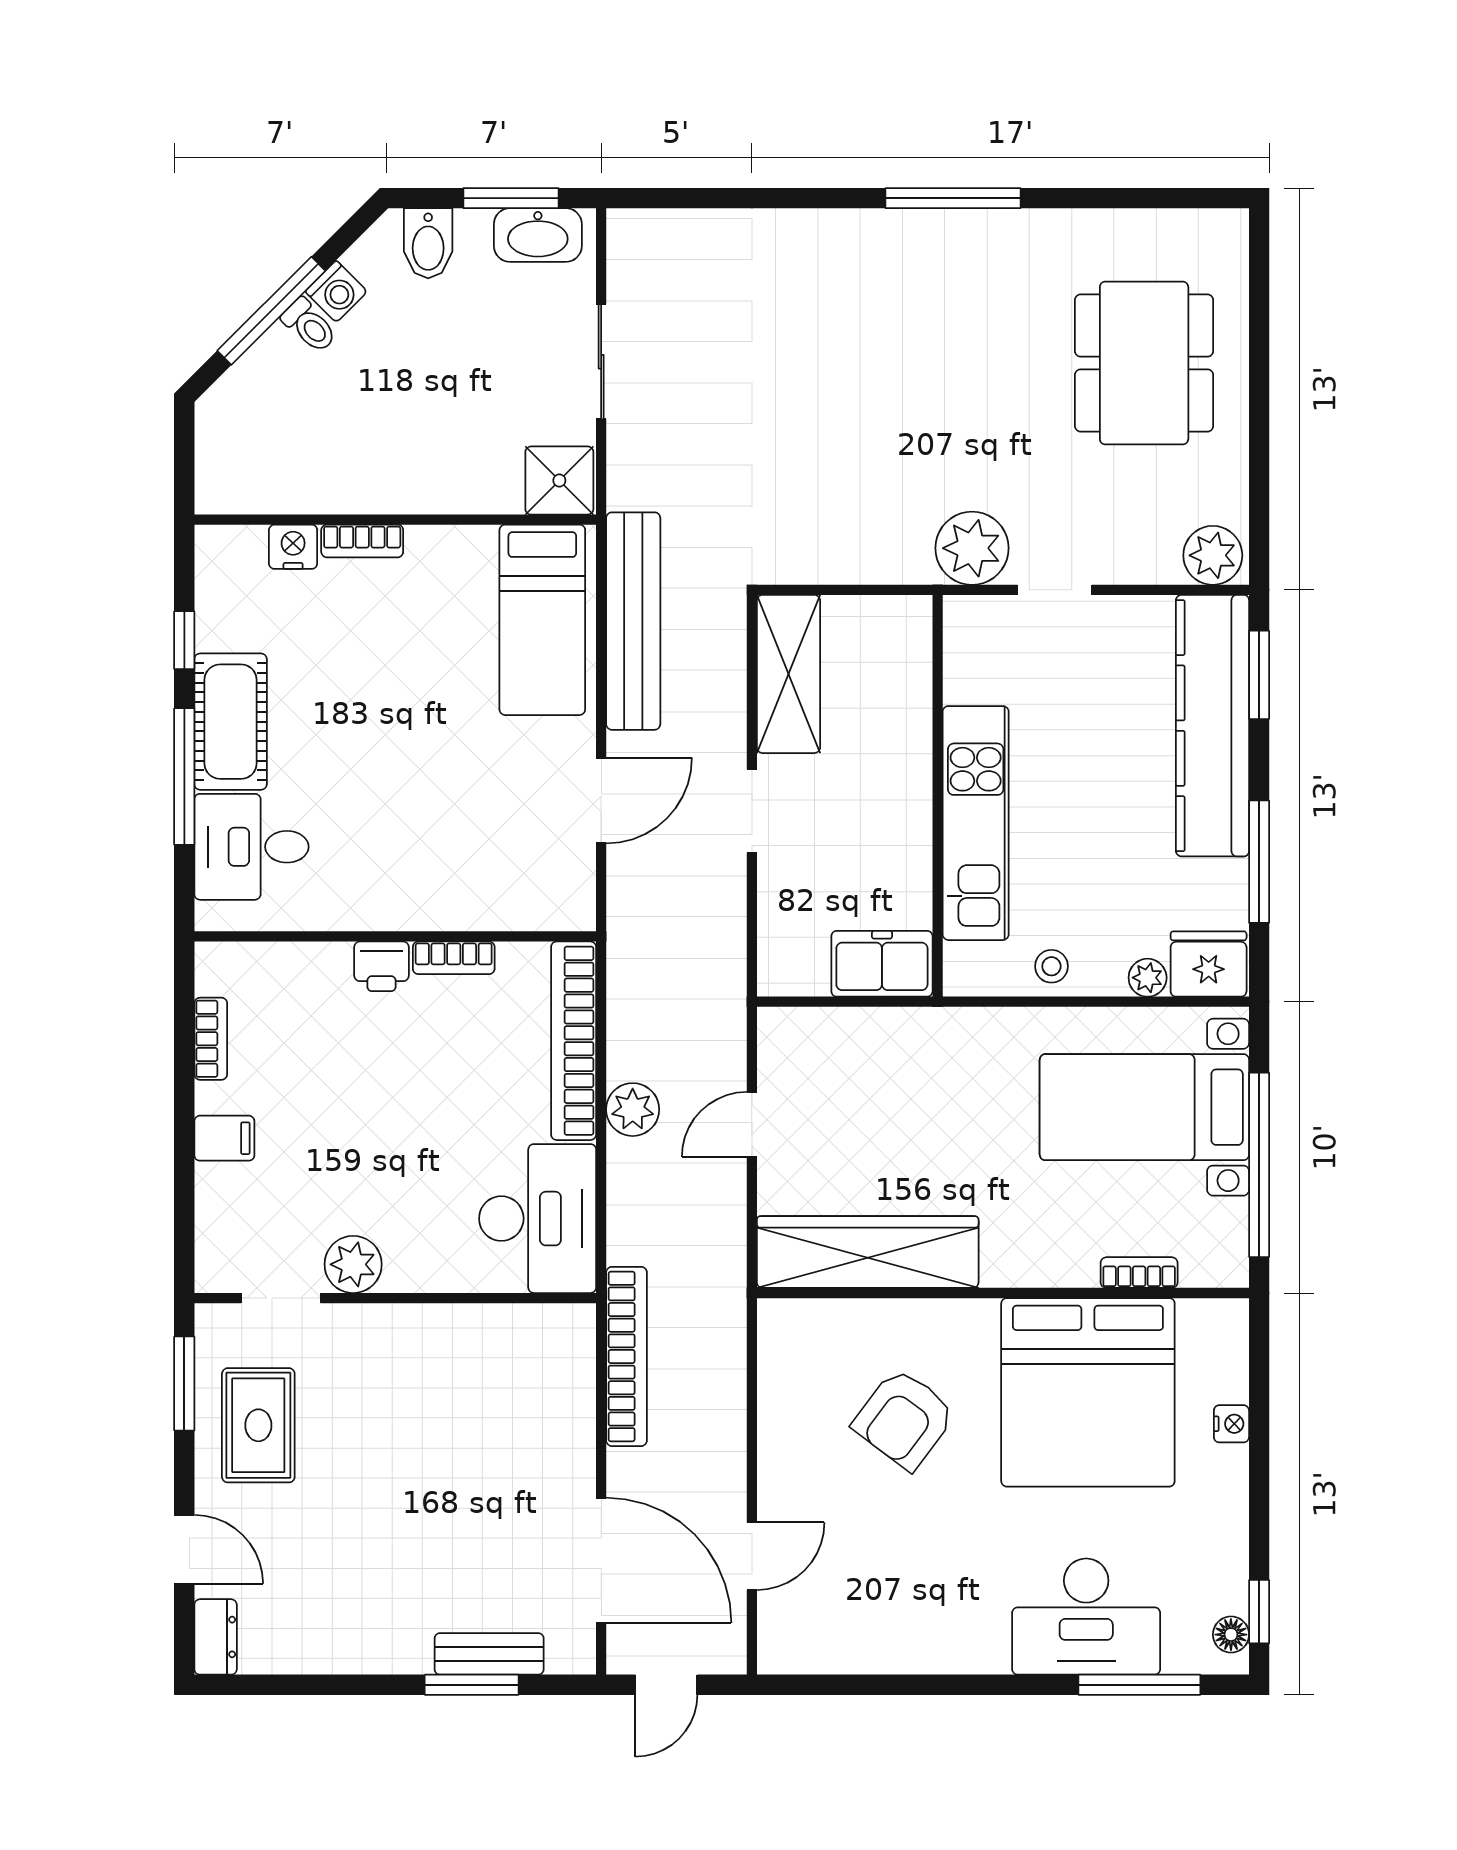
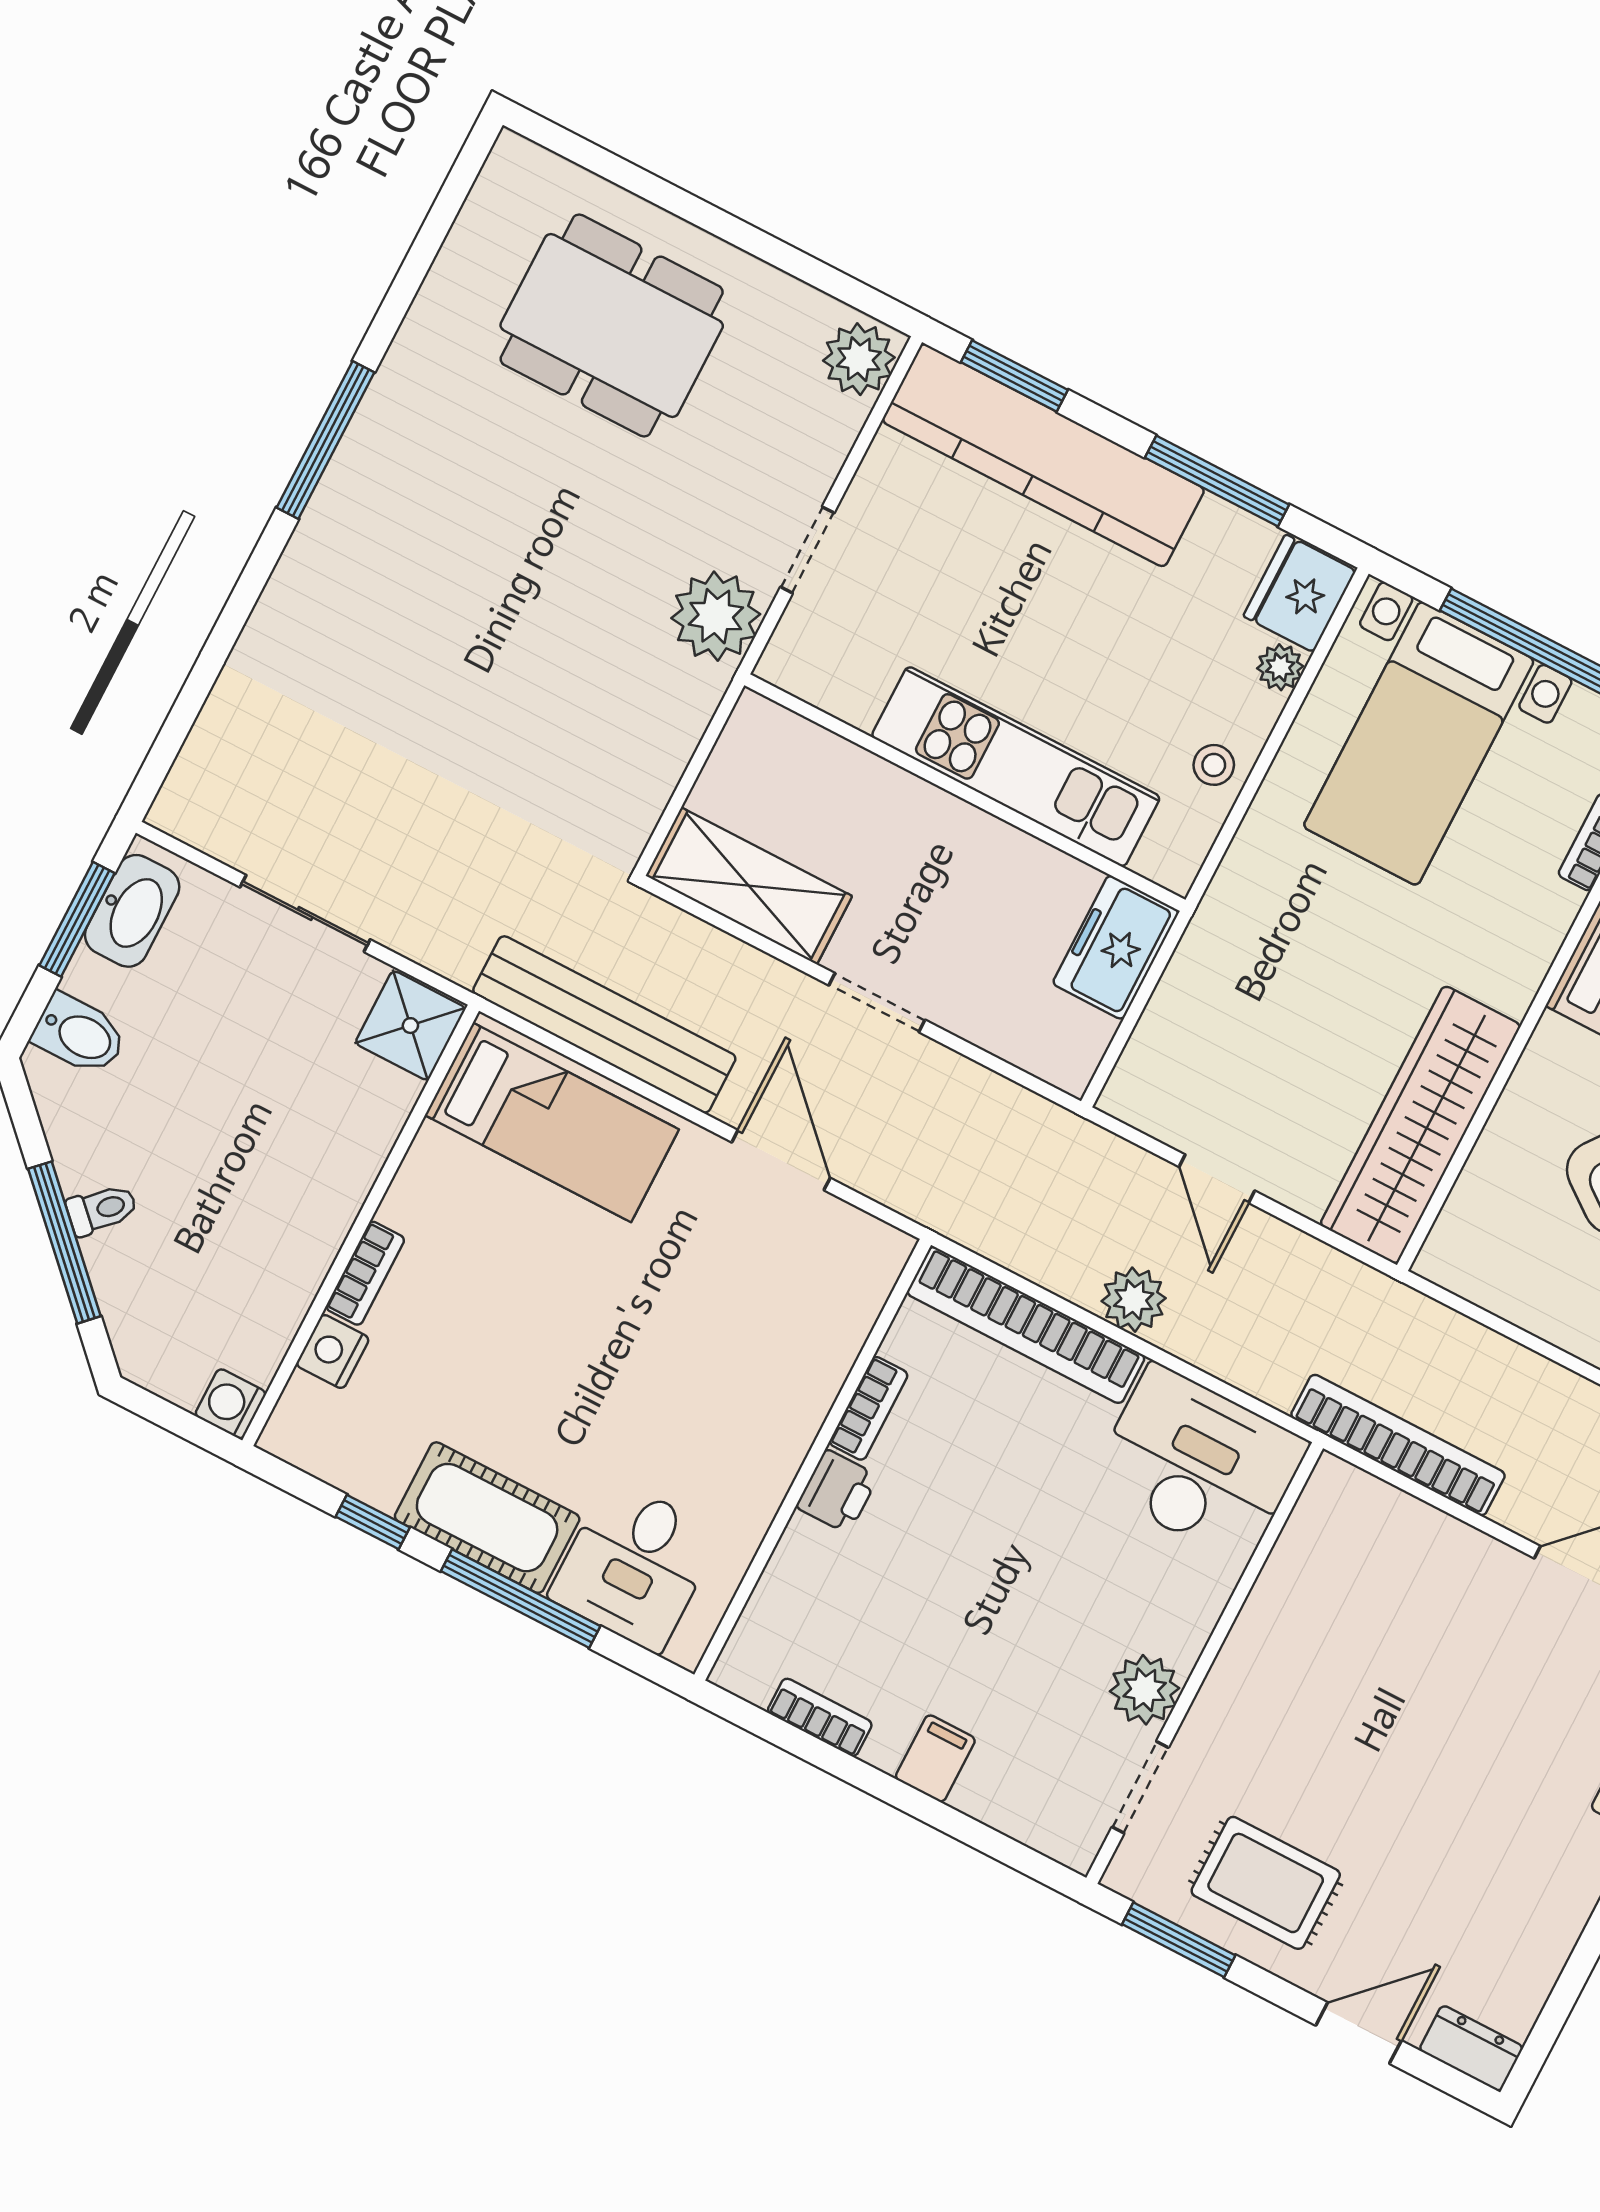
washing machine: (336, 292) -> (231, 1404), moved, turned -135

